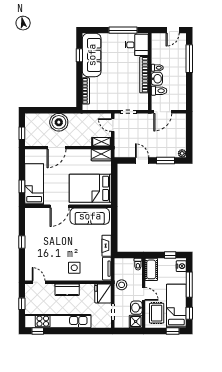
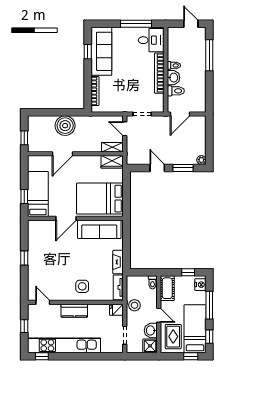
door: (173, 30) -> (191, 24), swing flipped
fridge: (103, 293) -> (116, 310), width x0.53, depth x0.75

